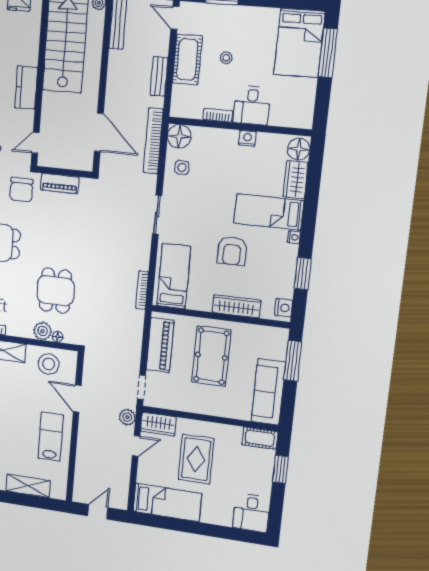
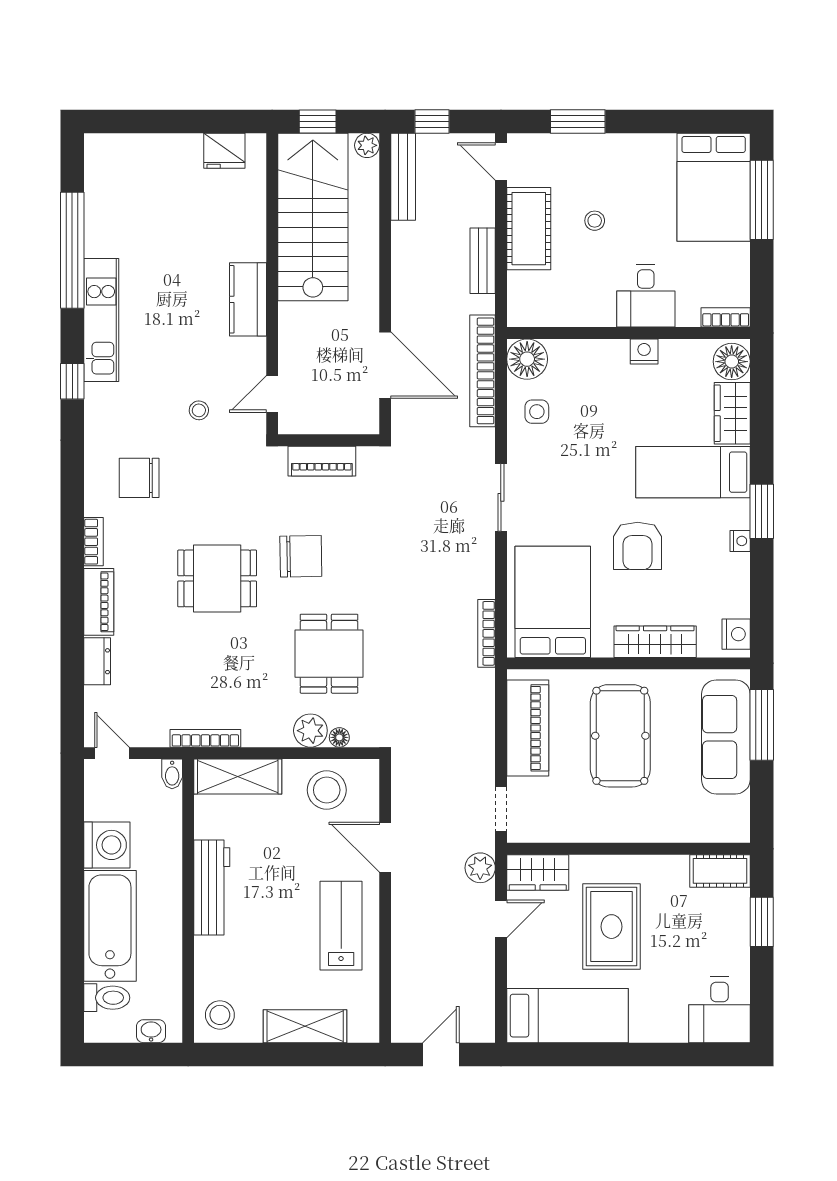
bookcase: (218, 115) -> (726, 317), moved
chair: (21, 190) -> (301, 556), moved, turned -91
nightstand: (294, 237) -> (740, 541), moved
window: (303, 274) -> (762, 511), moved
bed: (174, 276) -> (553, 602), width x1.50
sofa: (268, 392) -> (726, 737), moved

